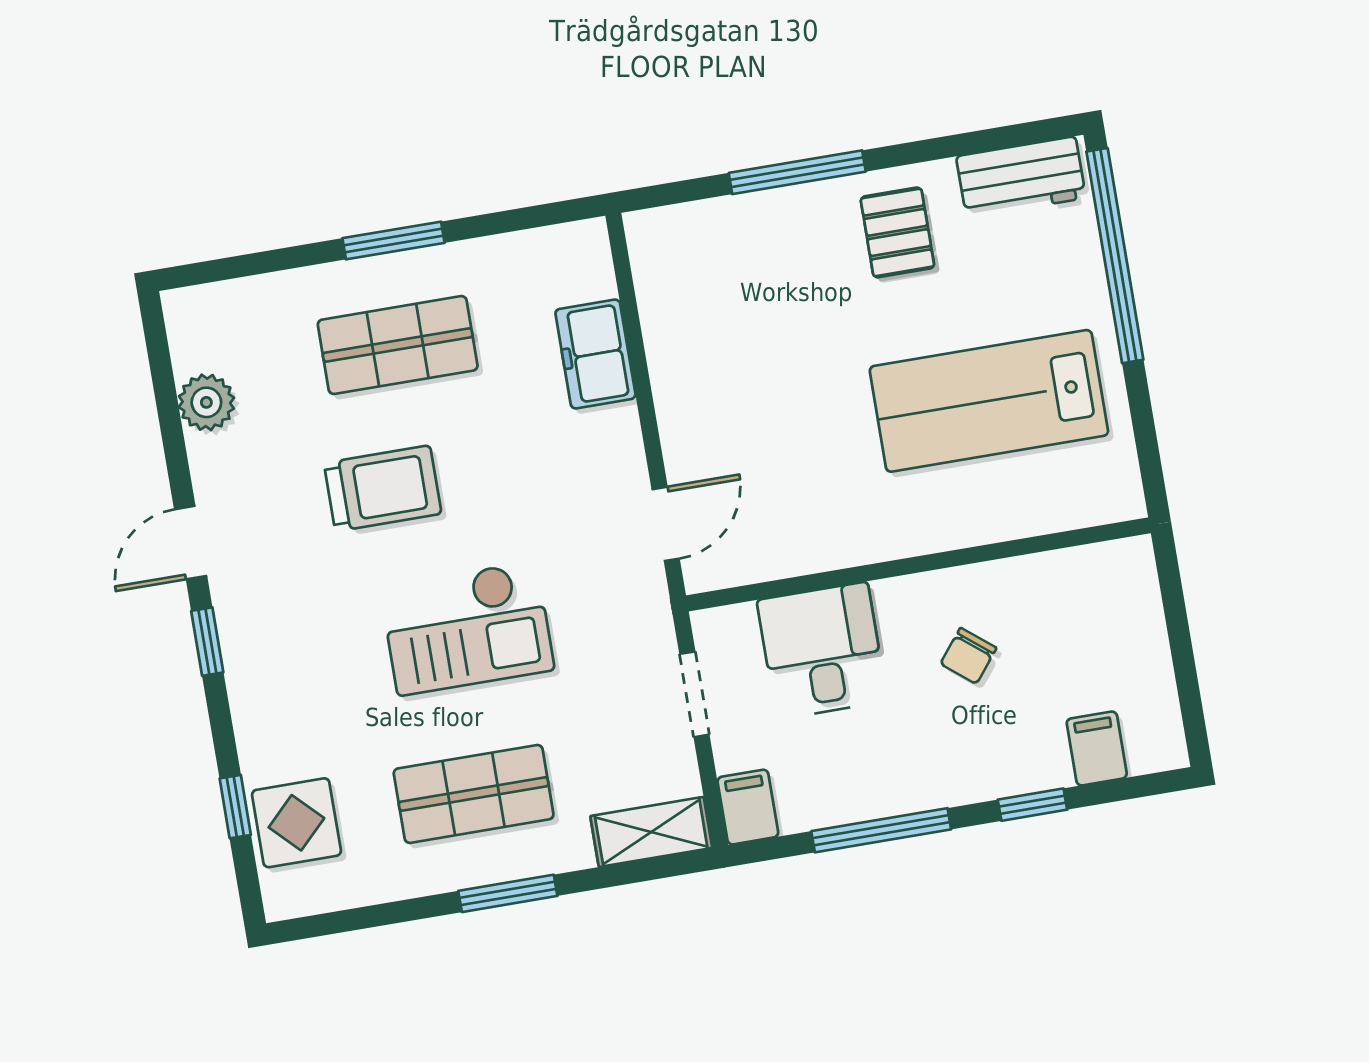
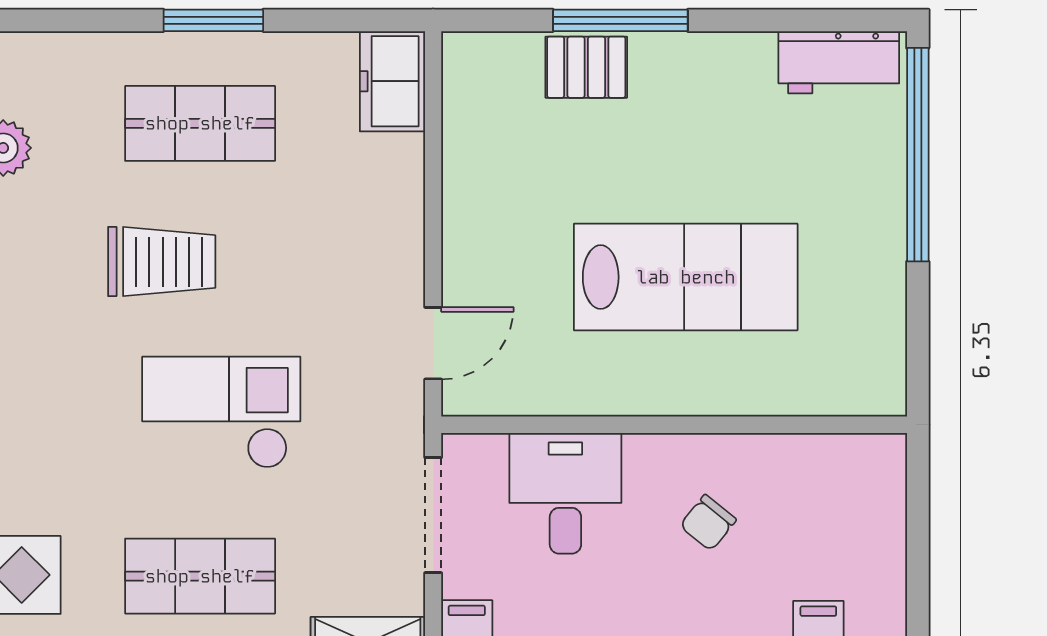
pallet: (897, 232) -> (586, 67), moved, turned 90
freezer: (595, 354) -> (392, 81), moved
lab bench: (989, 401) -> (686, 277), moved, turned 180
checkout: (467, 628) -> (221, 412), turned 180
doorway: (694, 694) -> (433, 515), width x1.38

